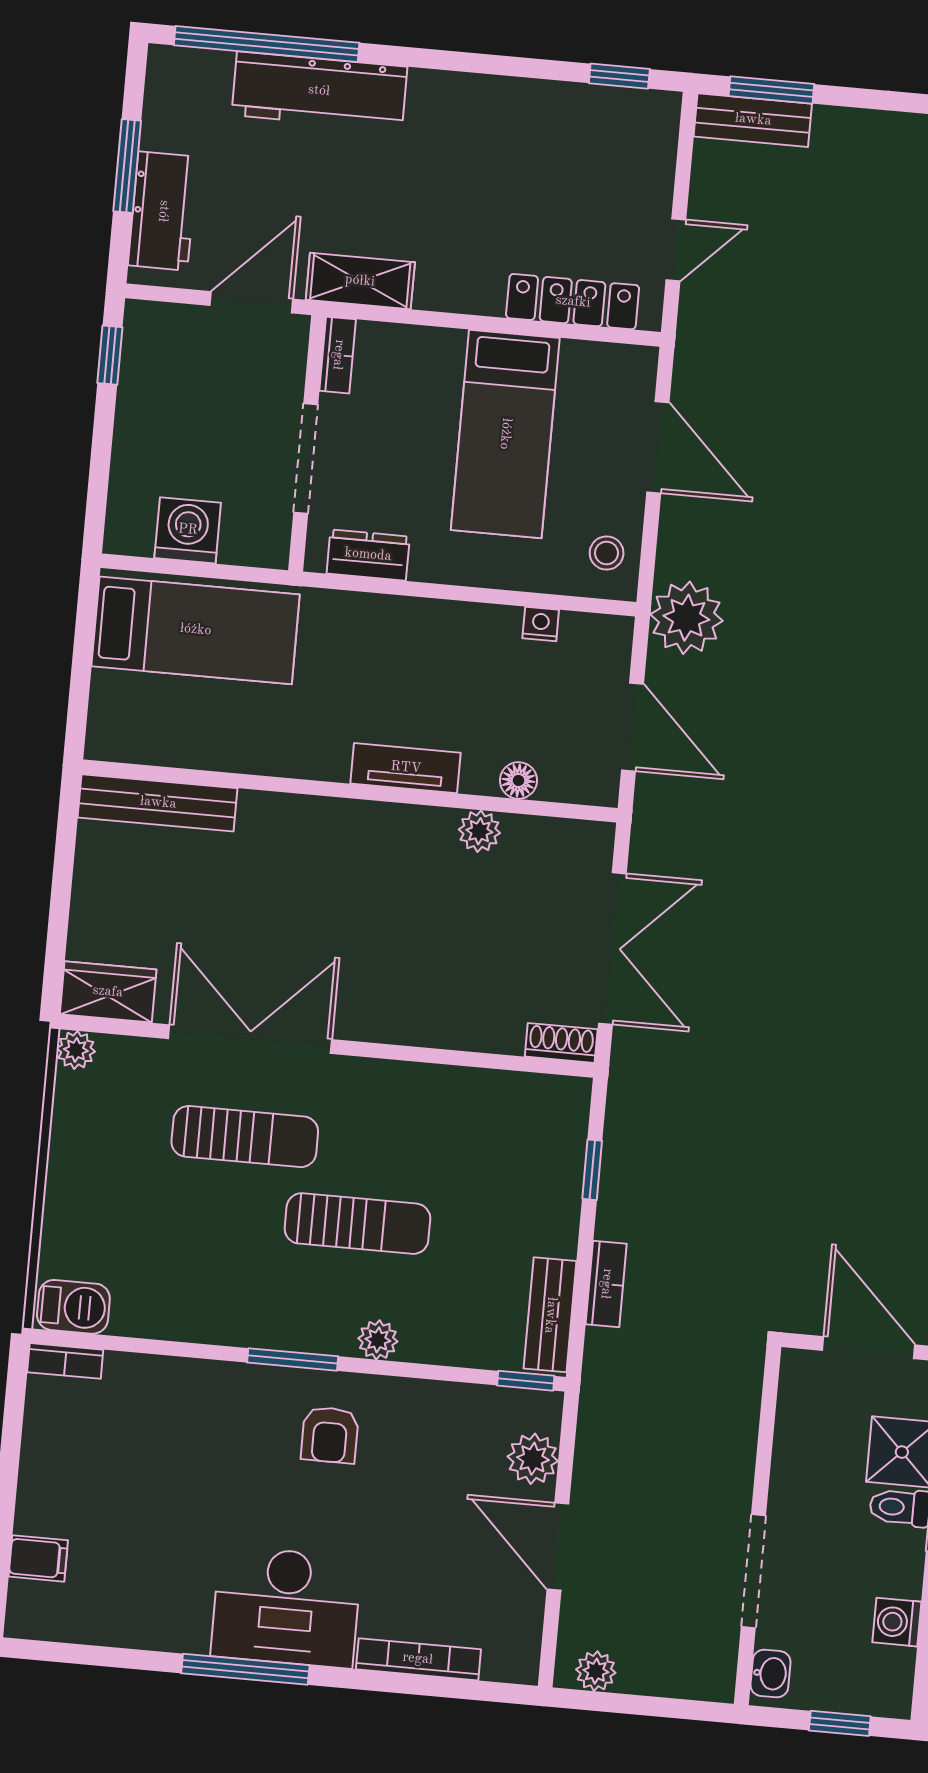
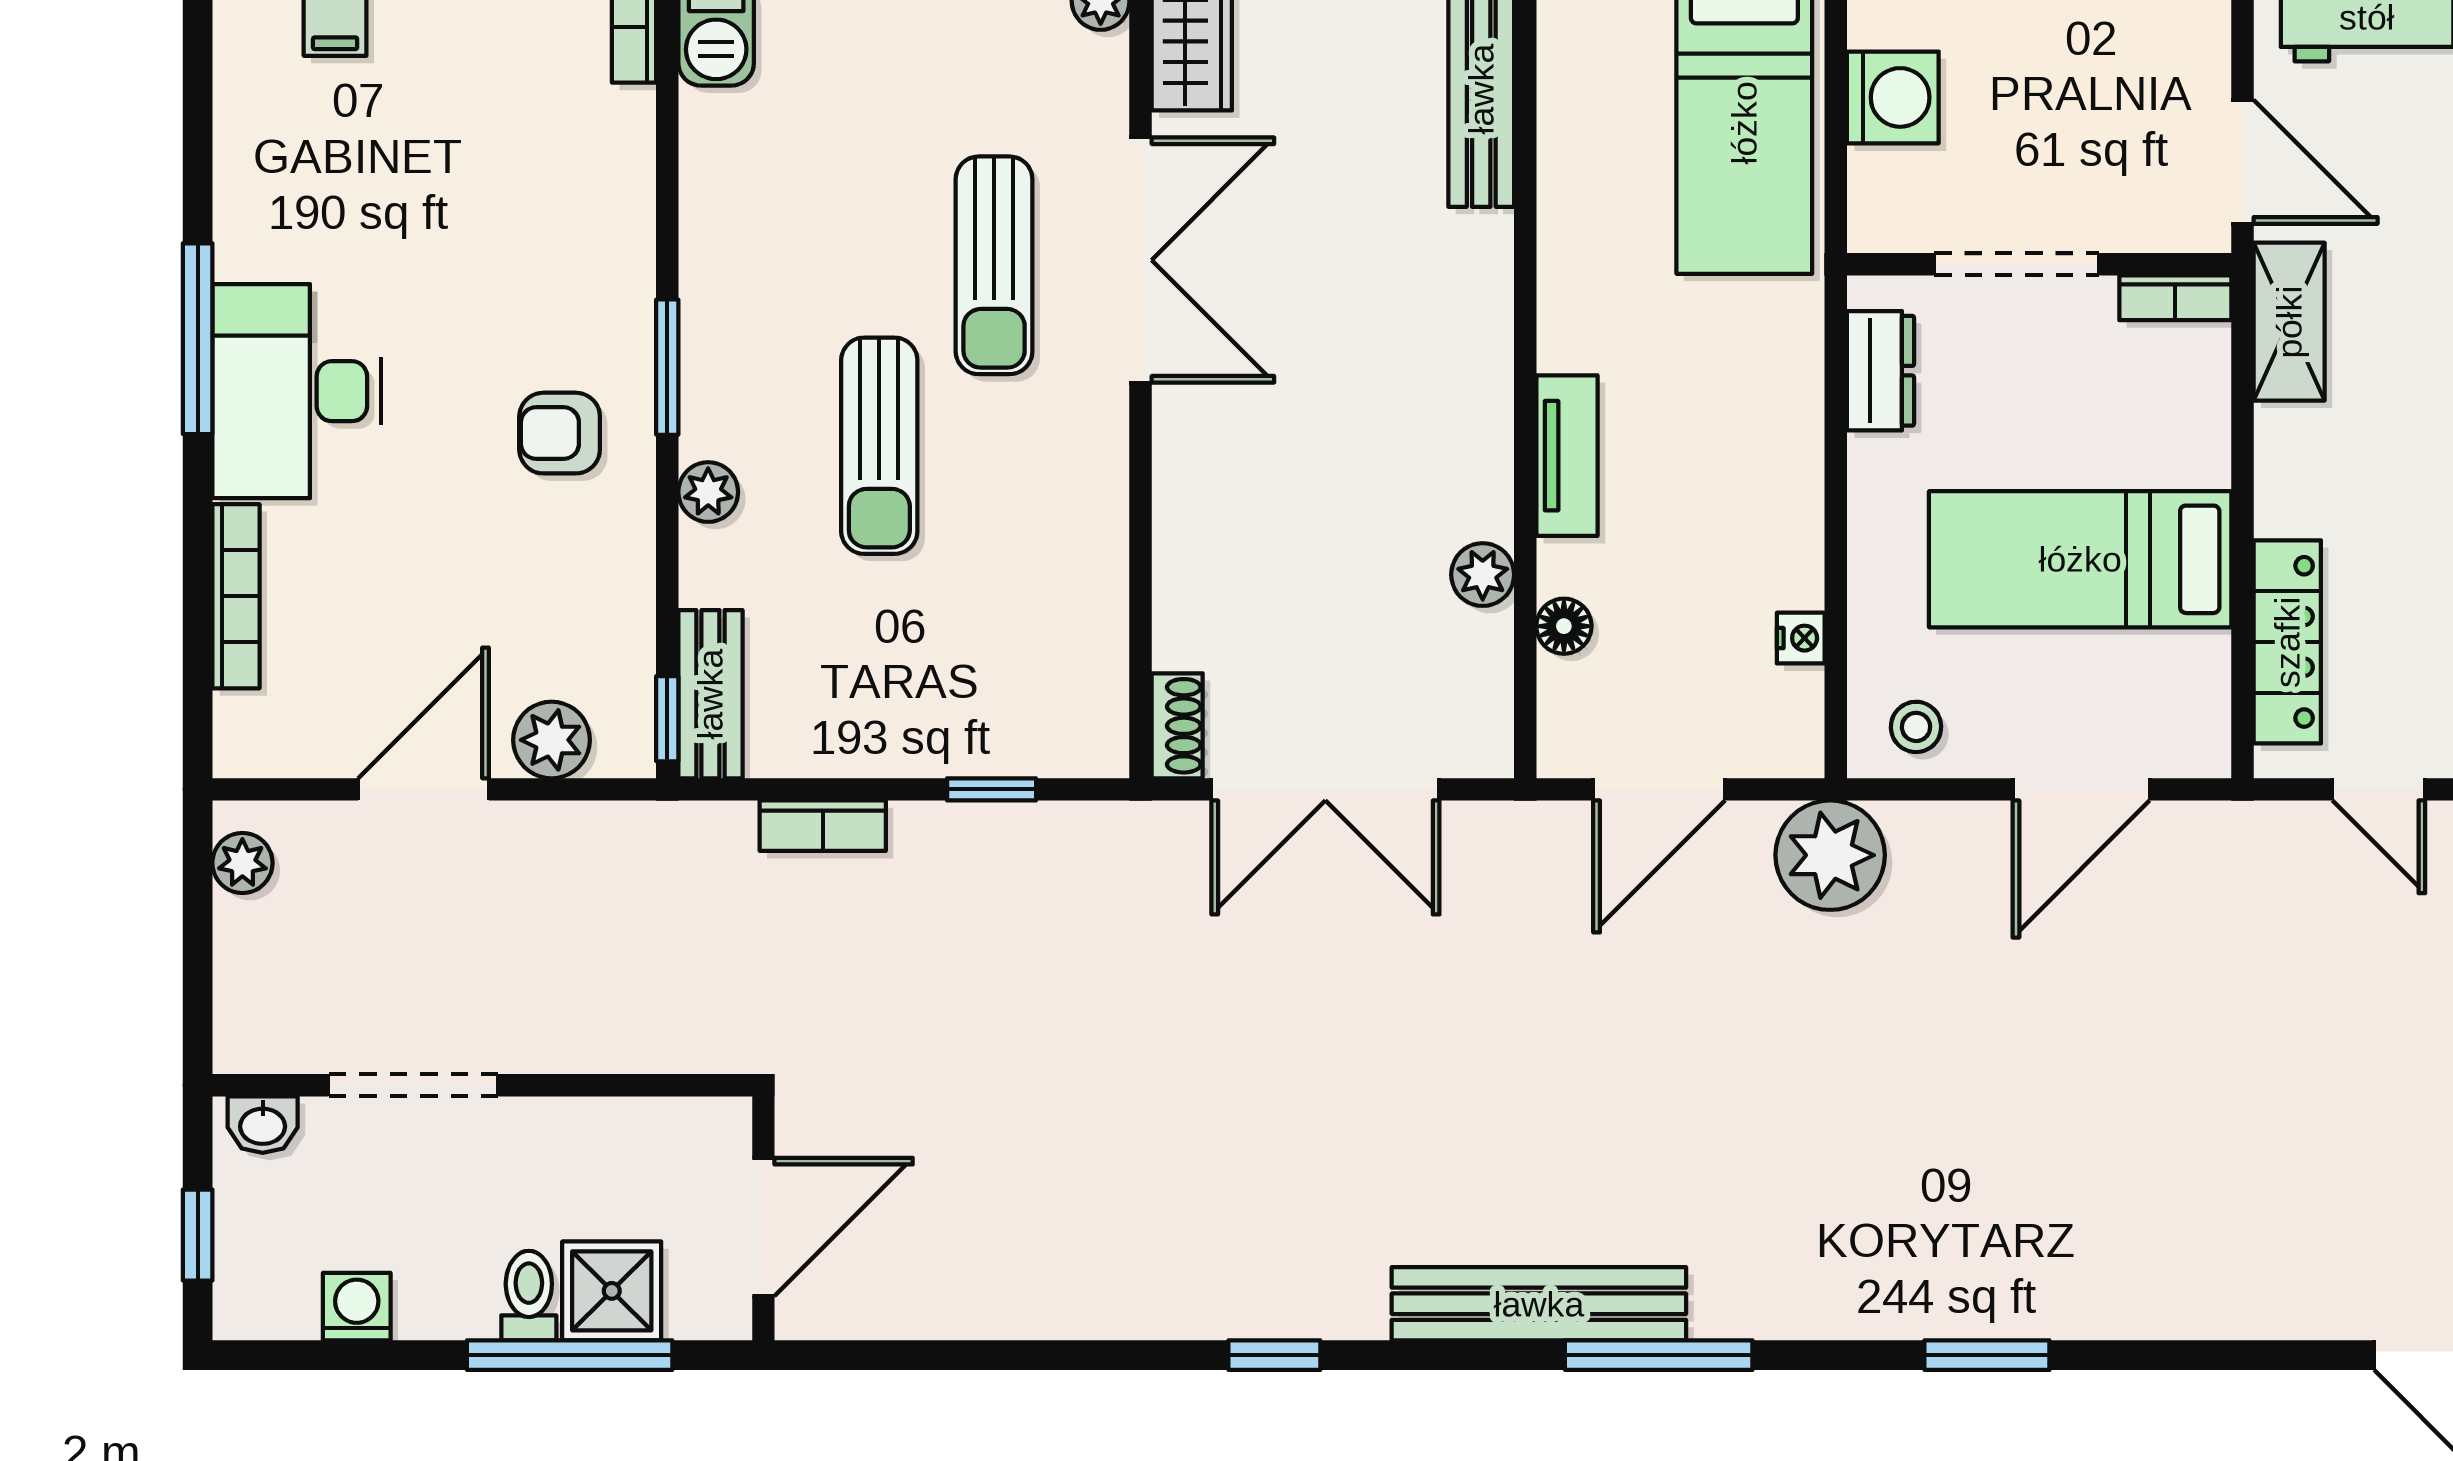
bench: (550, 1315) -> (710, 694), moved, turned 90

